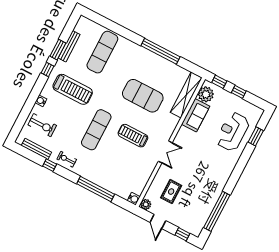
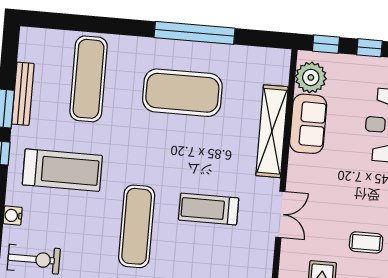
shelving: (186, 95) -> (272, 131), moved
exercise mat: (143, 96) -> (182, 93), moved
coffee table: (200, 182) -> (366, 242), added

